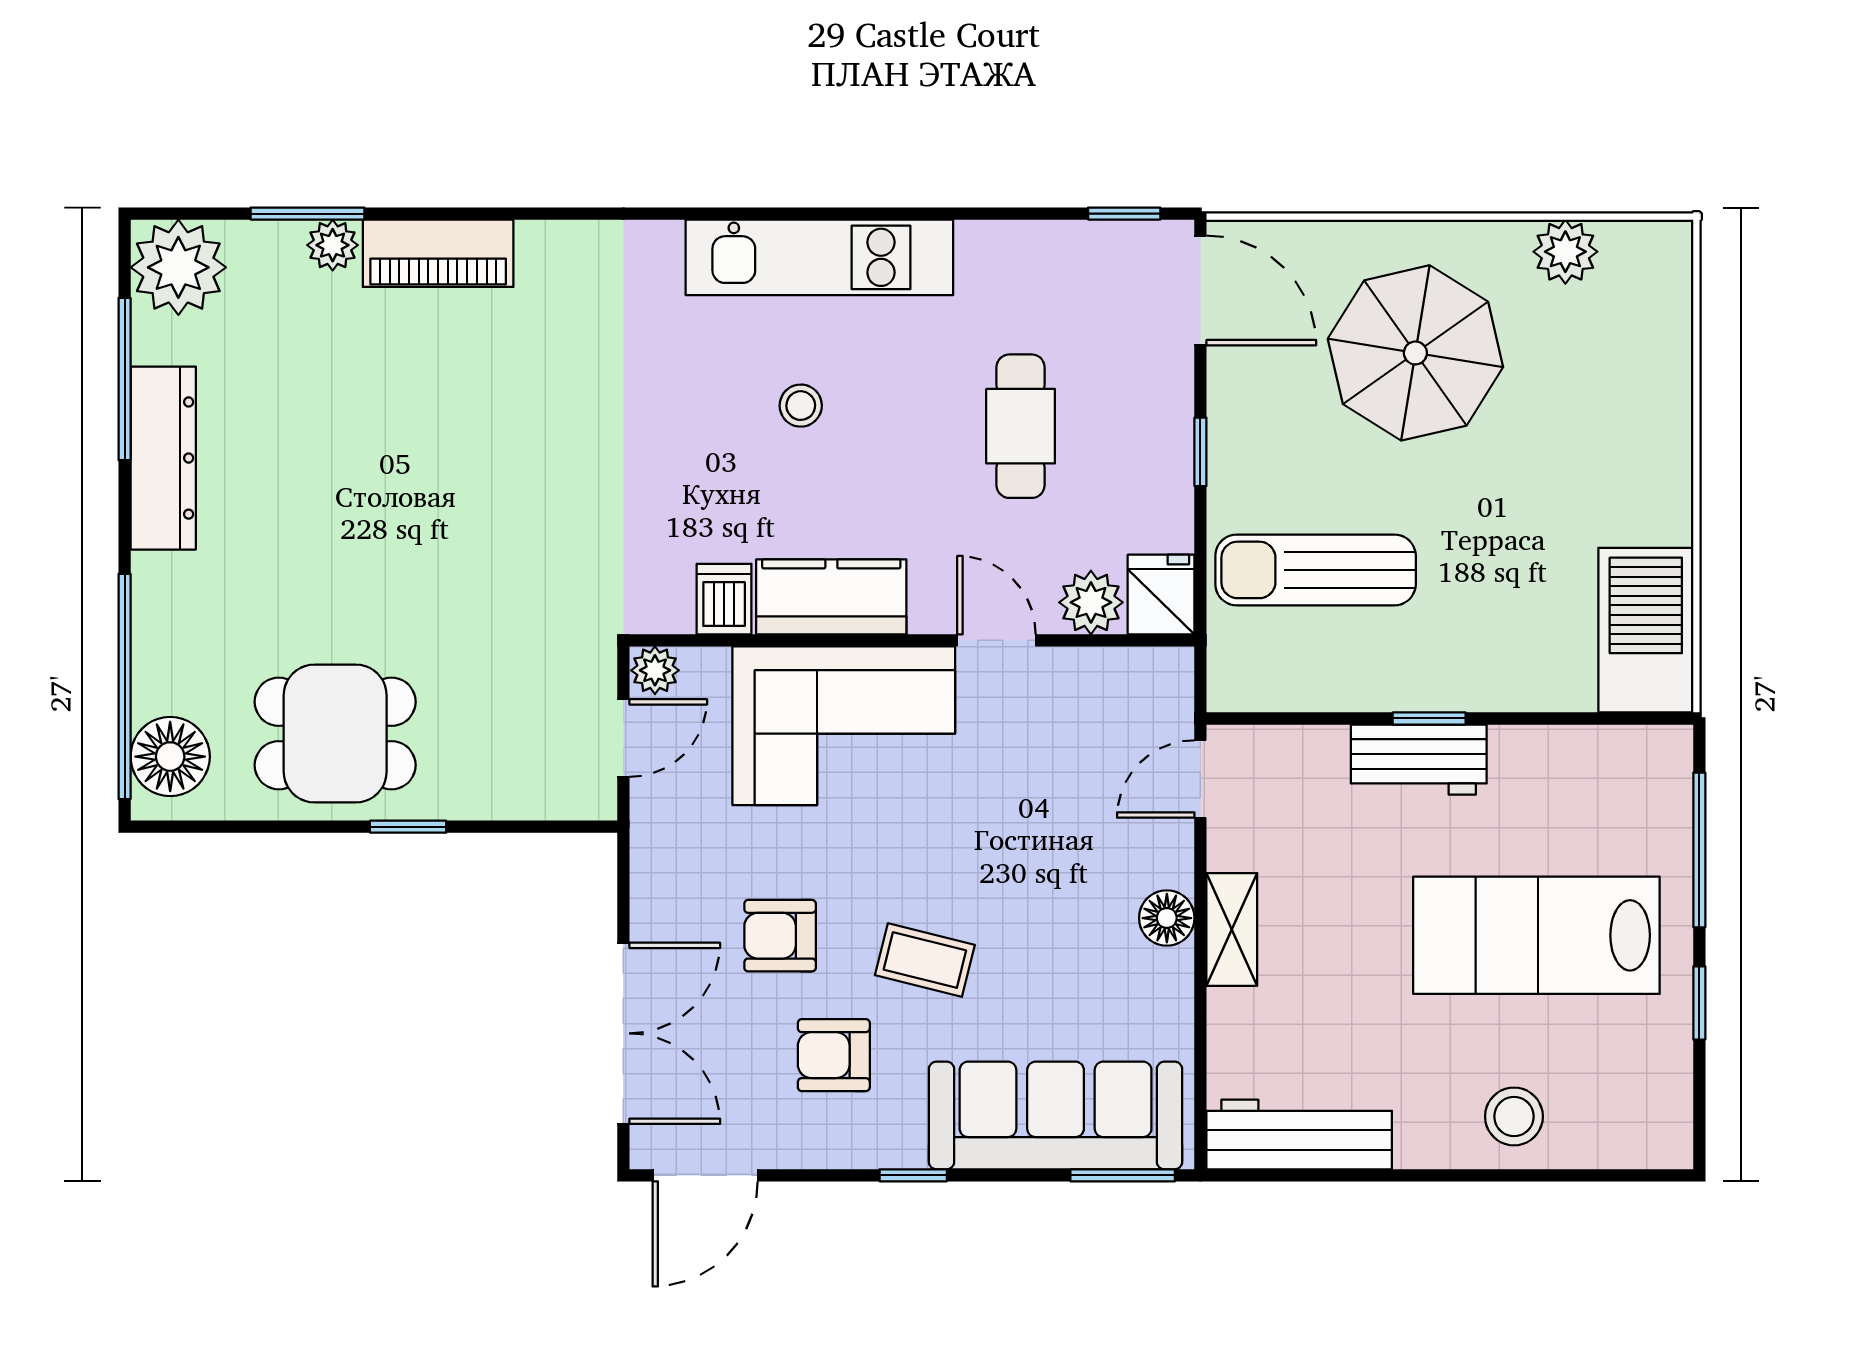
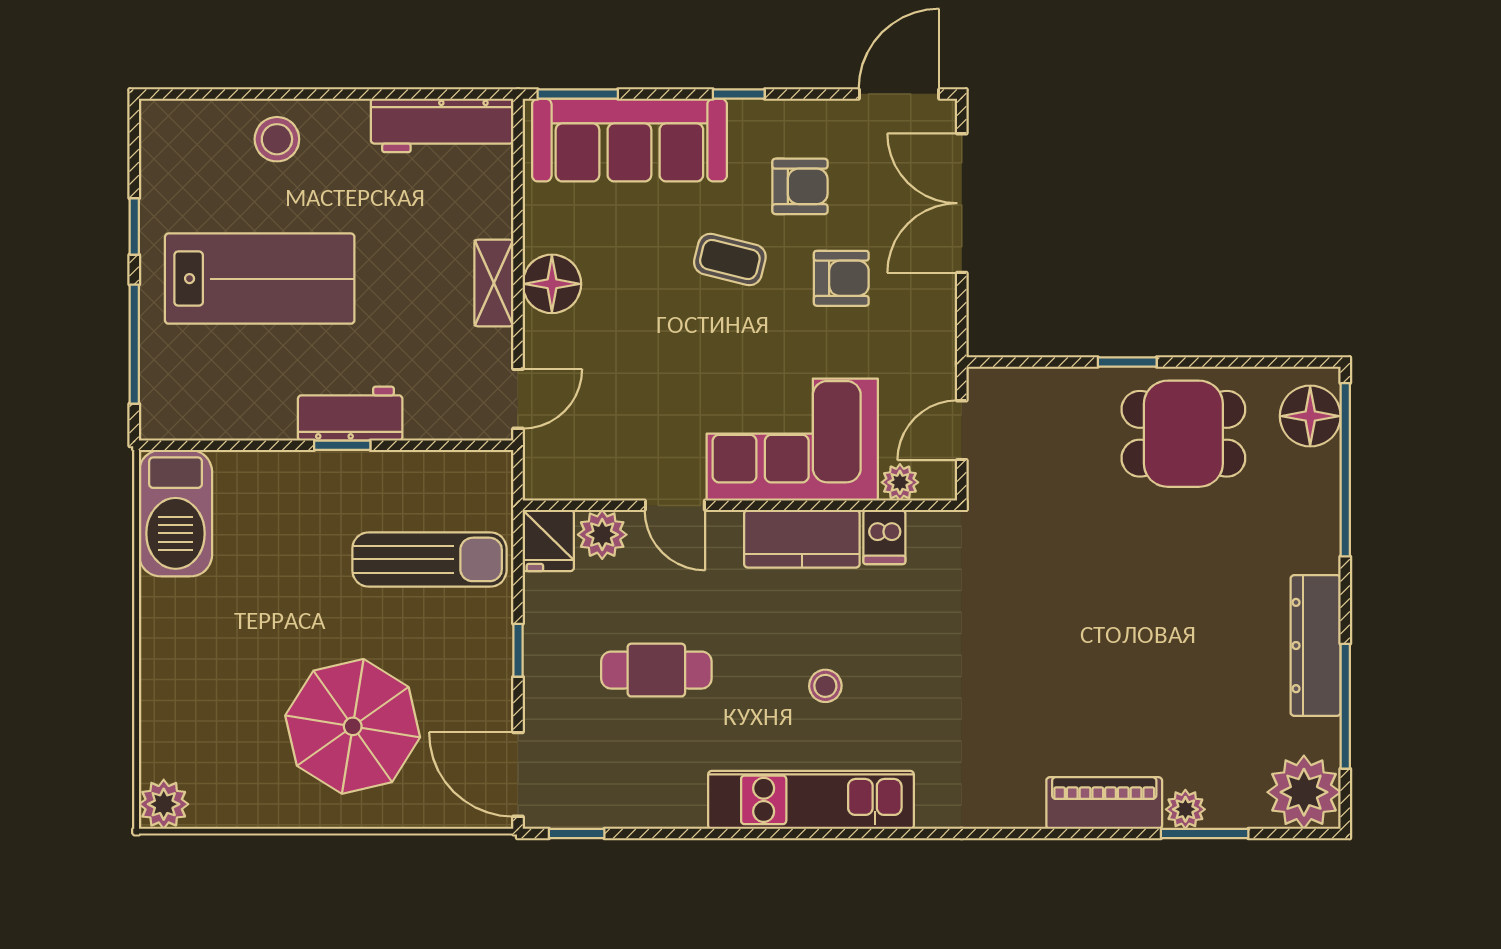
plant: (1565, 252) -> (164, 804), moved
cafe table: (1021, 426) -> (656, 670), turned 90
plant: (655, 670) -> (900, 482), moved
floor lamp: (1167, 918) -> (552, 284), width x1.38, depth x1.38

